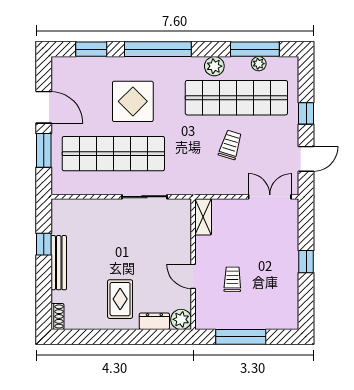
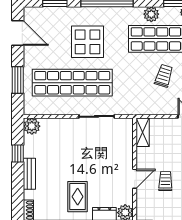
door: (44, 107) -> (18, 33), moved
plant: (62, 209) -> (32, 126), added
bench: (59, 263) -> (29, 174), width x0.73
door: (193, 276) -> (135, 179), swing flipped

